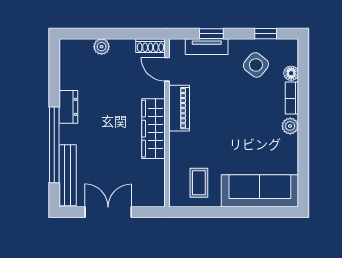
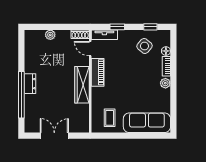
tv unit: (207, 47) -> (104, 35), moved
dresser: (68, 107) -> (30, 84), moved
bench: (68, 175) -> (30, 113), removed

